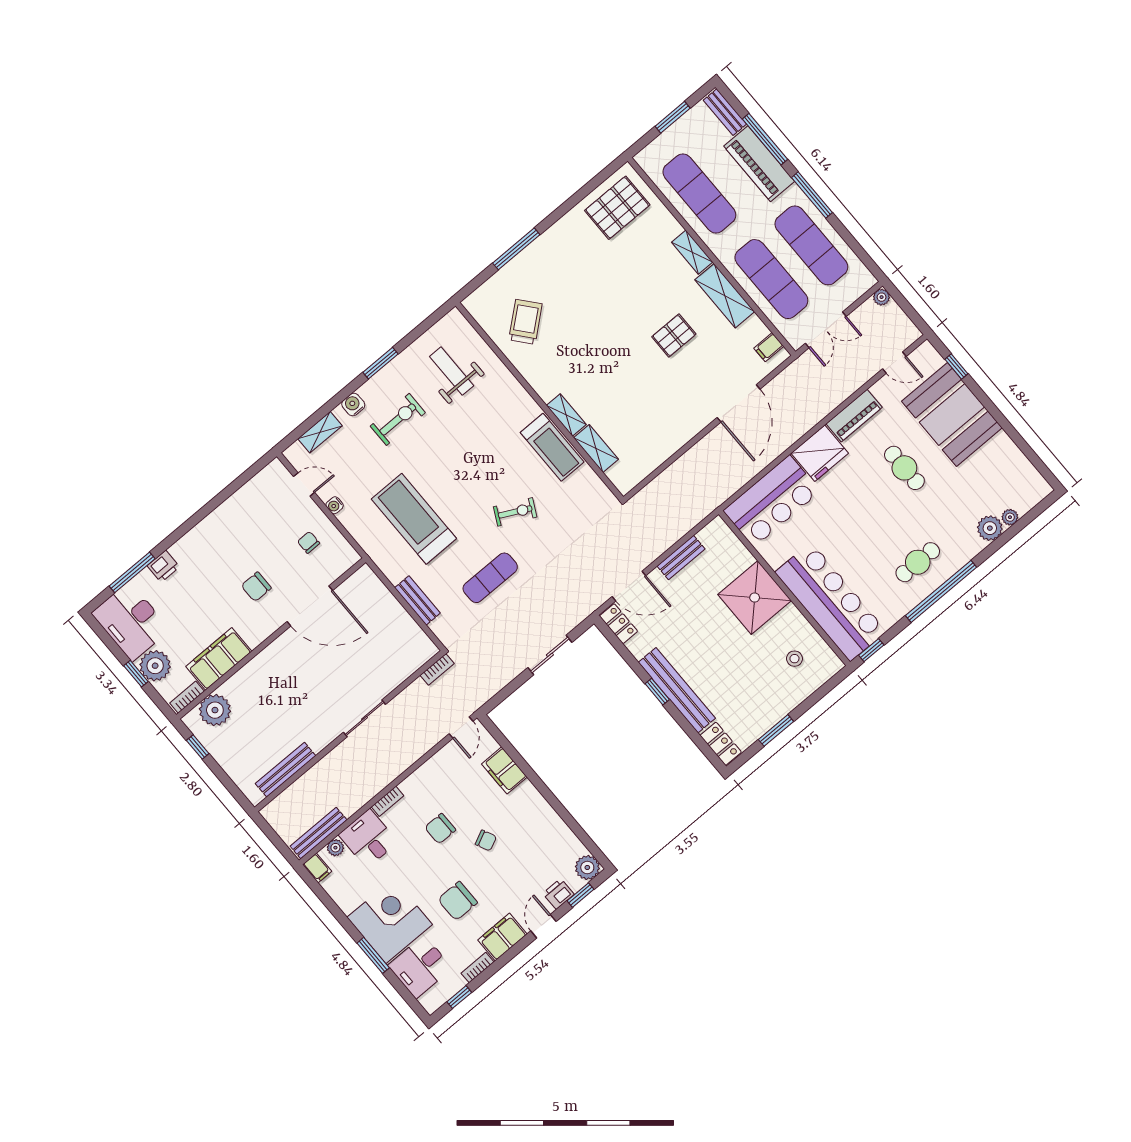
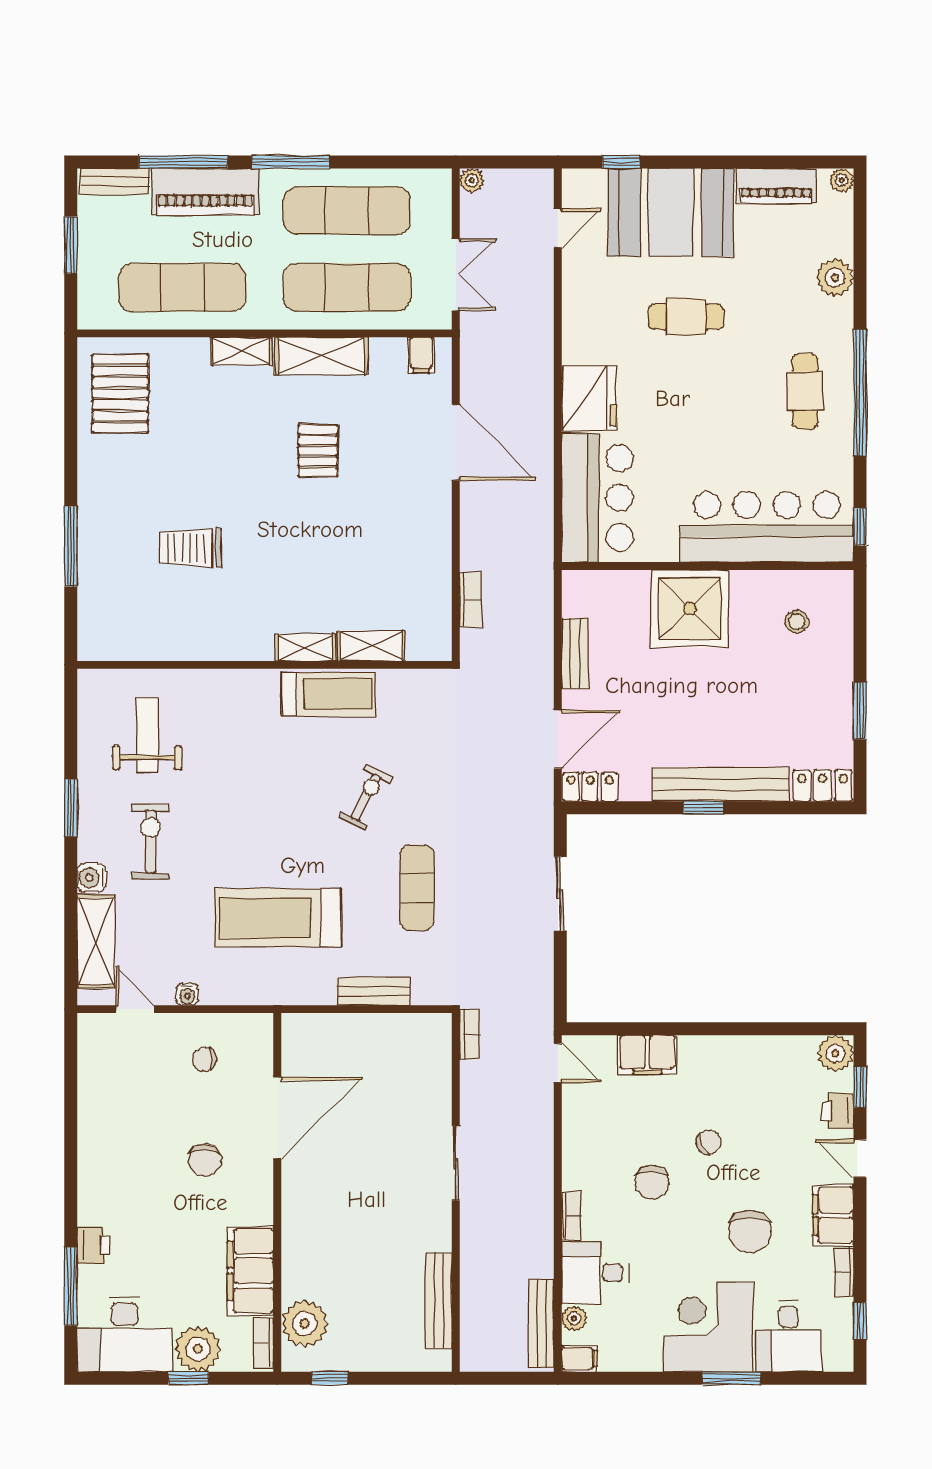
trolley: (525, 322) -> (190, 548), moved, turned -50
weight bench: (452, 371) -> (147, 735), turned 90
piano: (854, 416) -> (776, 186), moved, turned 90
shelving: (320, 432) -> (96, 942), width x1.50, depth x1.33
bookcase: (663, 480) -> (470, 600), added
door: (304, 484) -> (135, 1009), hinge flipped
plant: (1010, 517) -> (842, 180), moved

